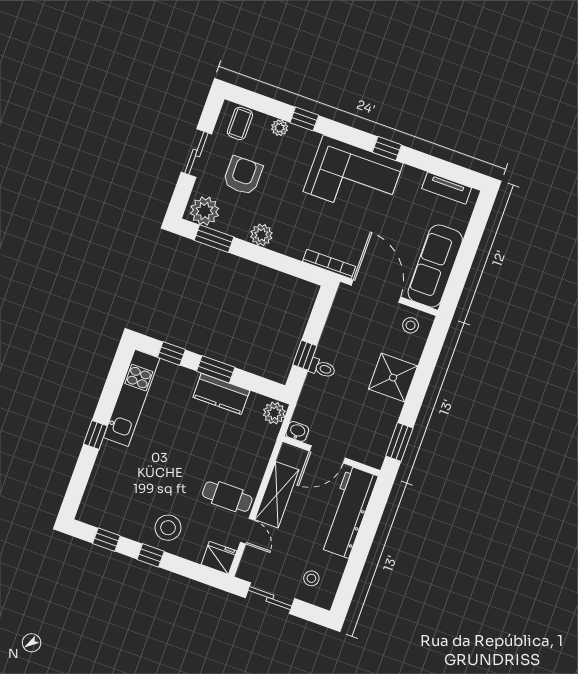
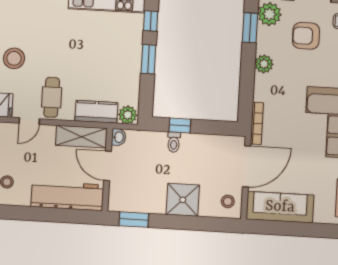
armchair: (243, 175) -> (306, 36), turned 180
kitchen counter: (221, 394) -> (96, 112), moved, turned 90
shelving: (277, 495) -> (81, 137), moved

